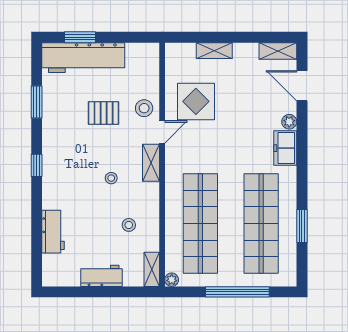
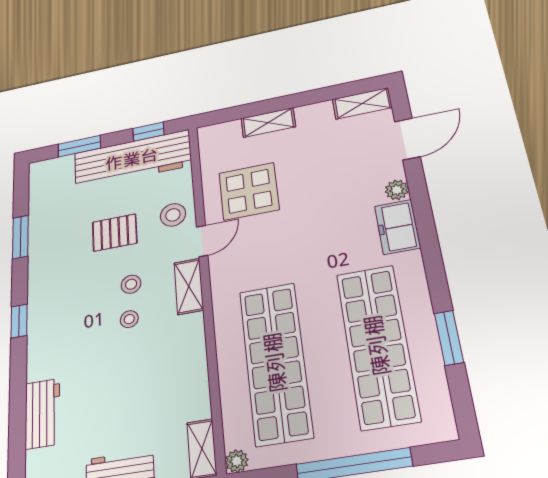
window: (131, 37) -> (148, 132), added
workbench: (83, 58) -> (132, 159), moved
door: (302, 86) -> (407, 139), swing flipped
stool: (129, 225) -> (131, 284), moved

